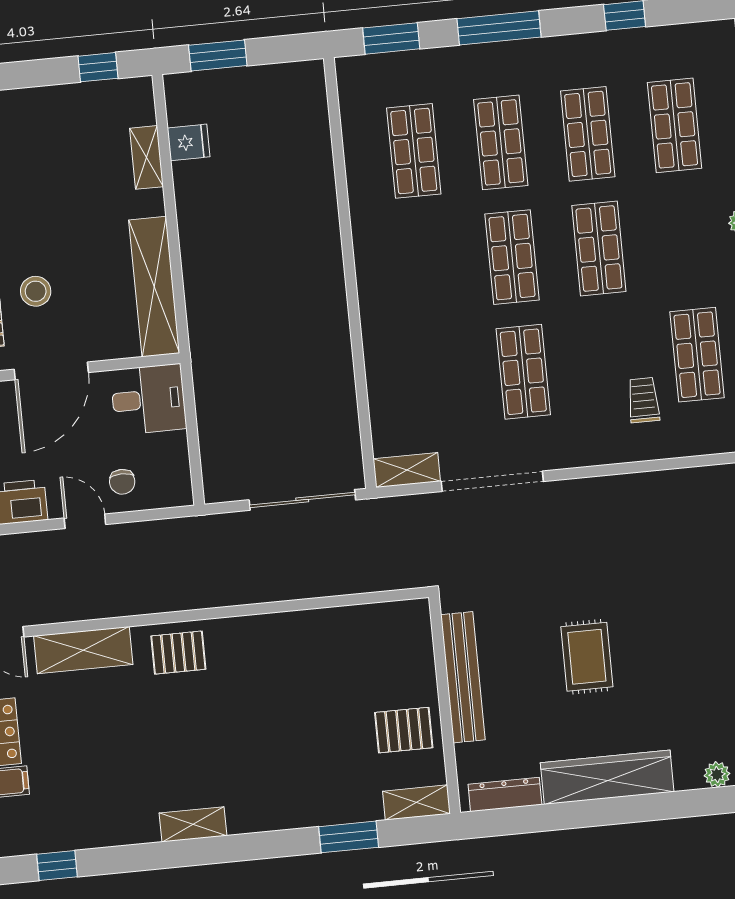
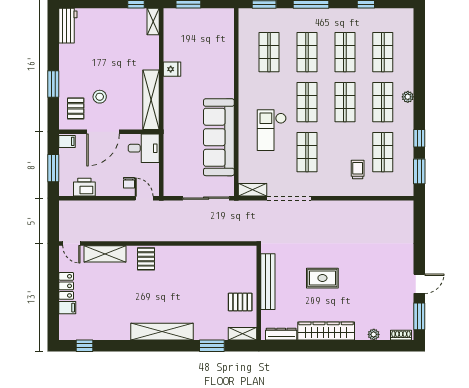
fridge: (189, 142) -> (172, 69), moved
shelving: (146, 157) -> (153, 22), moved
shop shelf: (686, 240) -> (383, 102), added
checkout: (437, 329) -> (272, 130), added
sofa: (318, 357) -> (219, 137), added
door: (85, 521) -> (144, 198), moved
pallet: (178, 653) -> (146, 259), turned 90
rug: (587, 657) -> (322, 278), turned 90
shelving: (193, 824) -> (162, 332), width x2.20, depth x1.33

